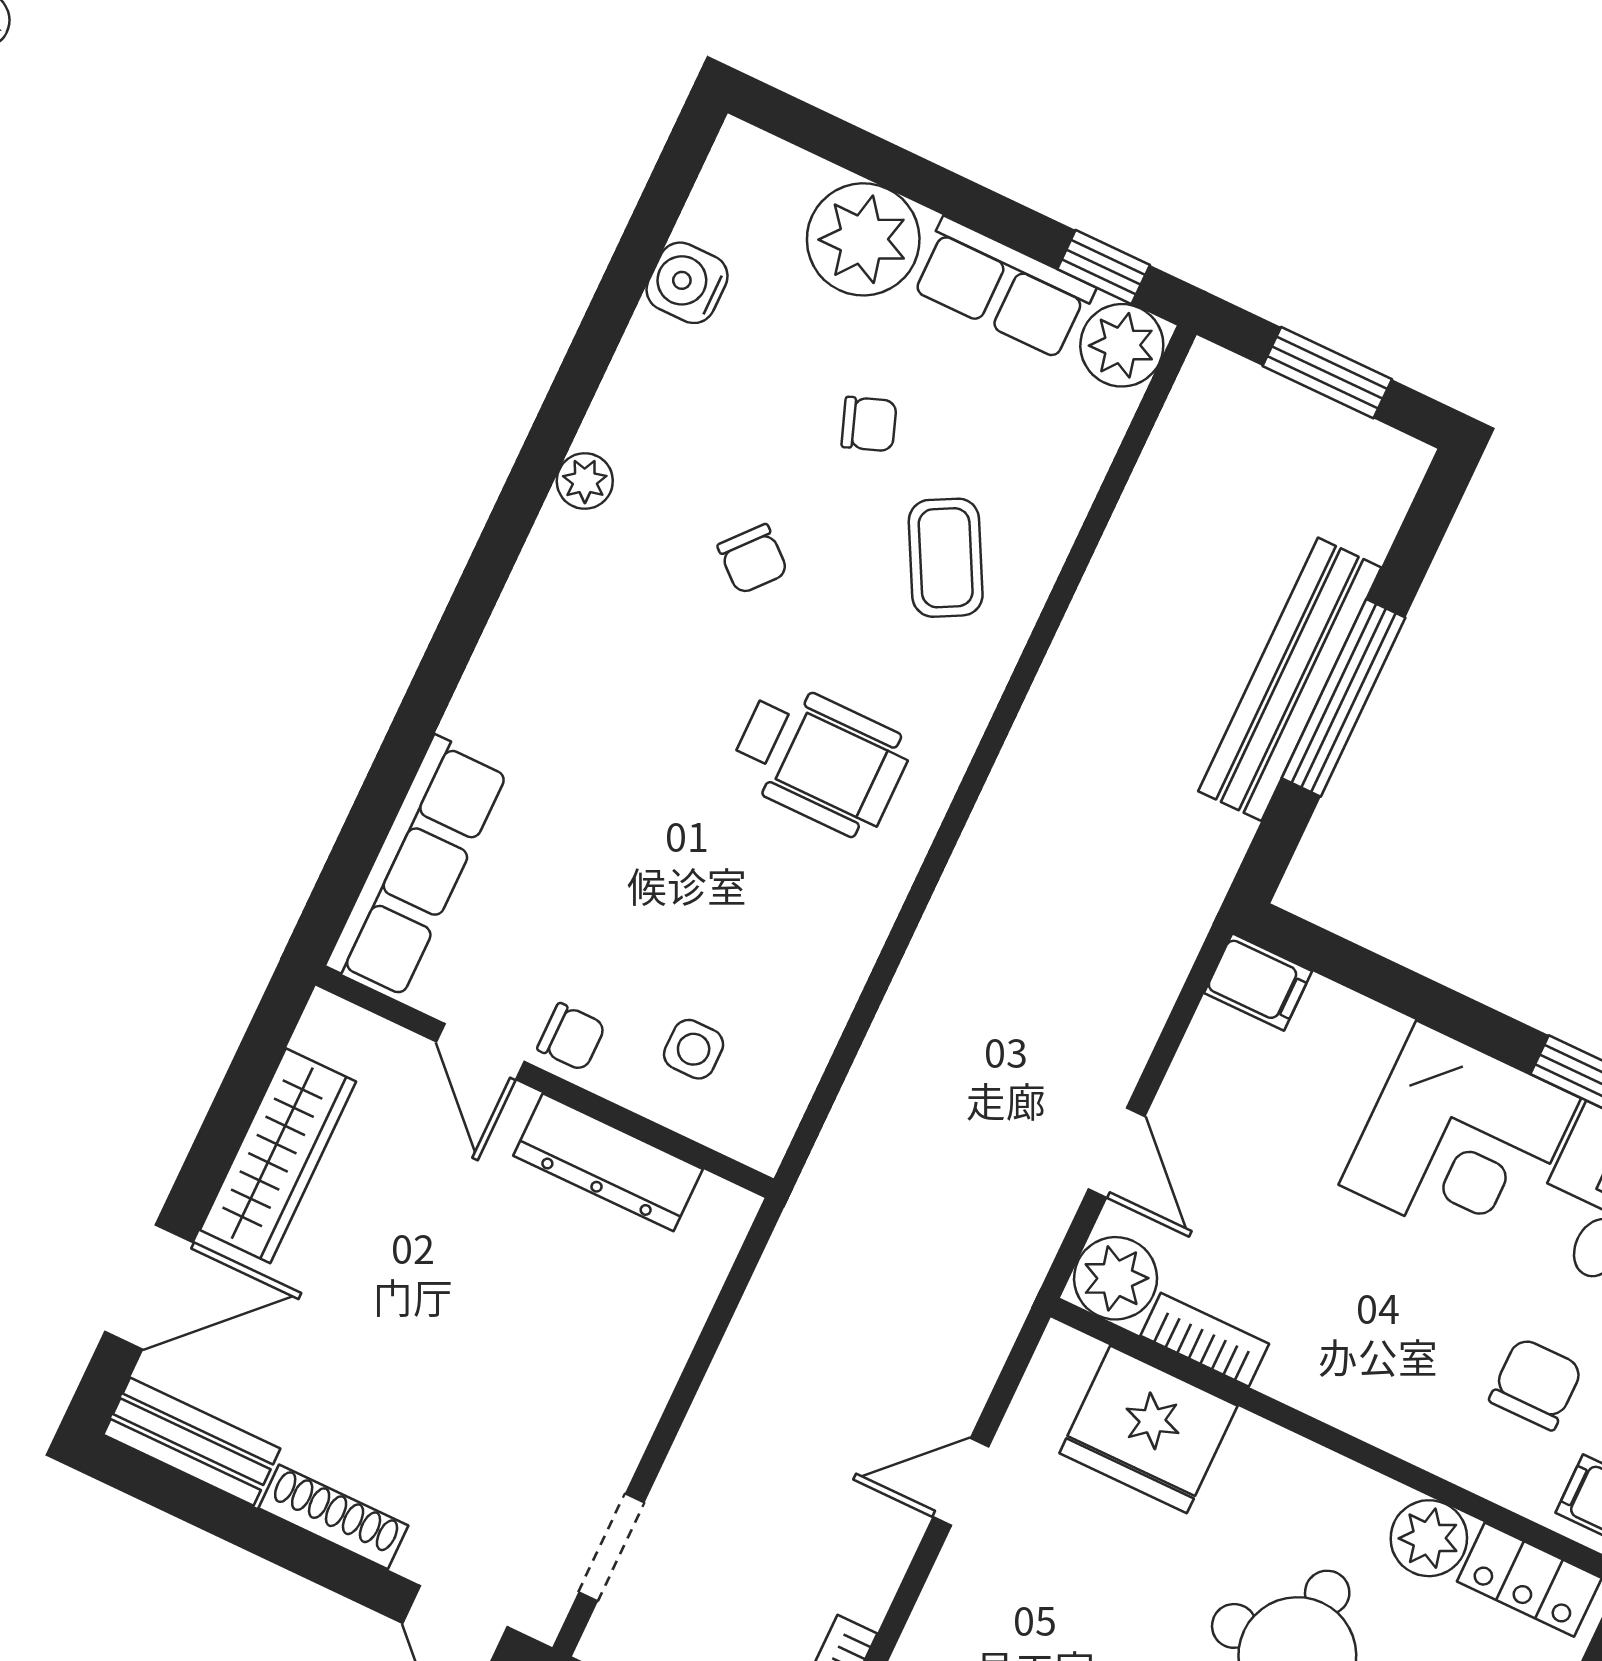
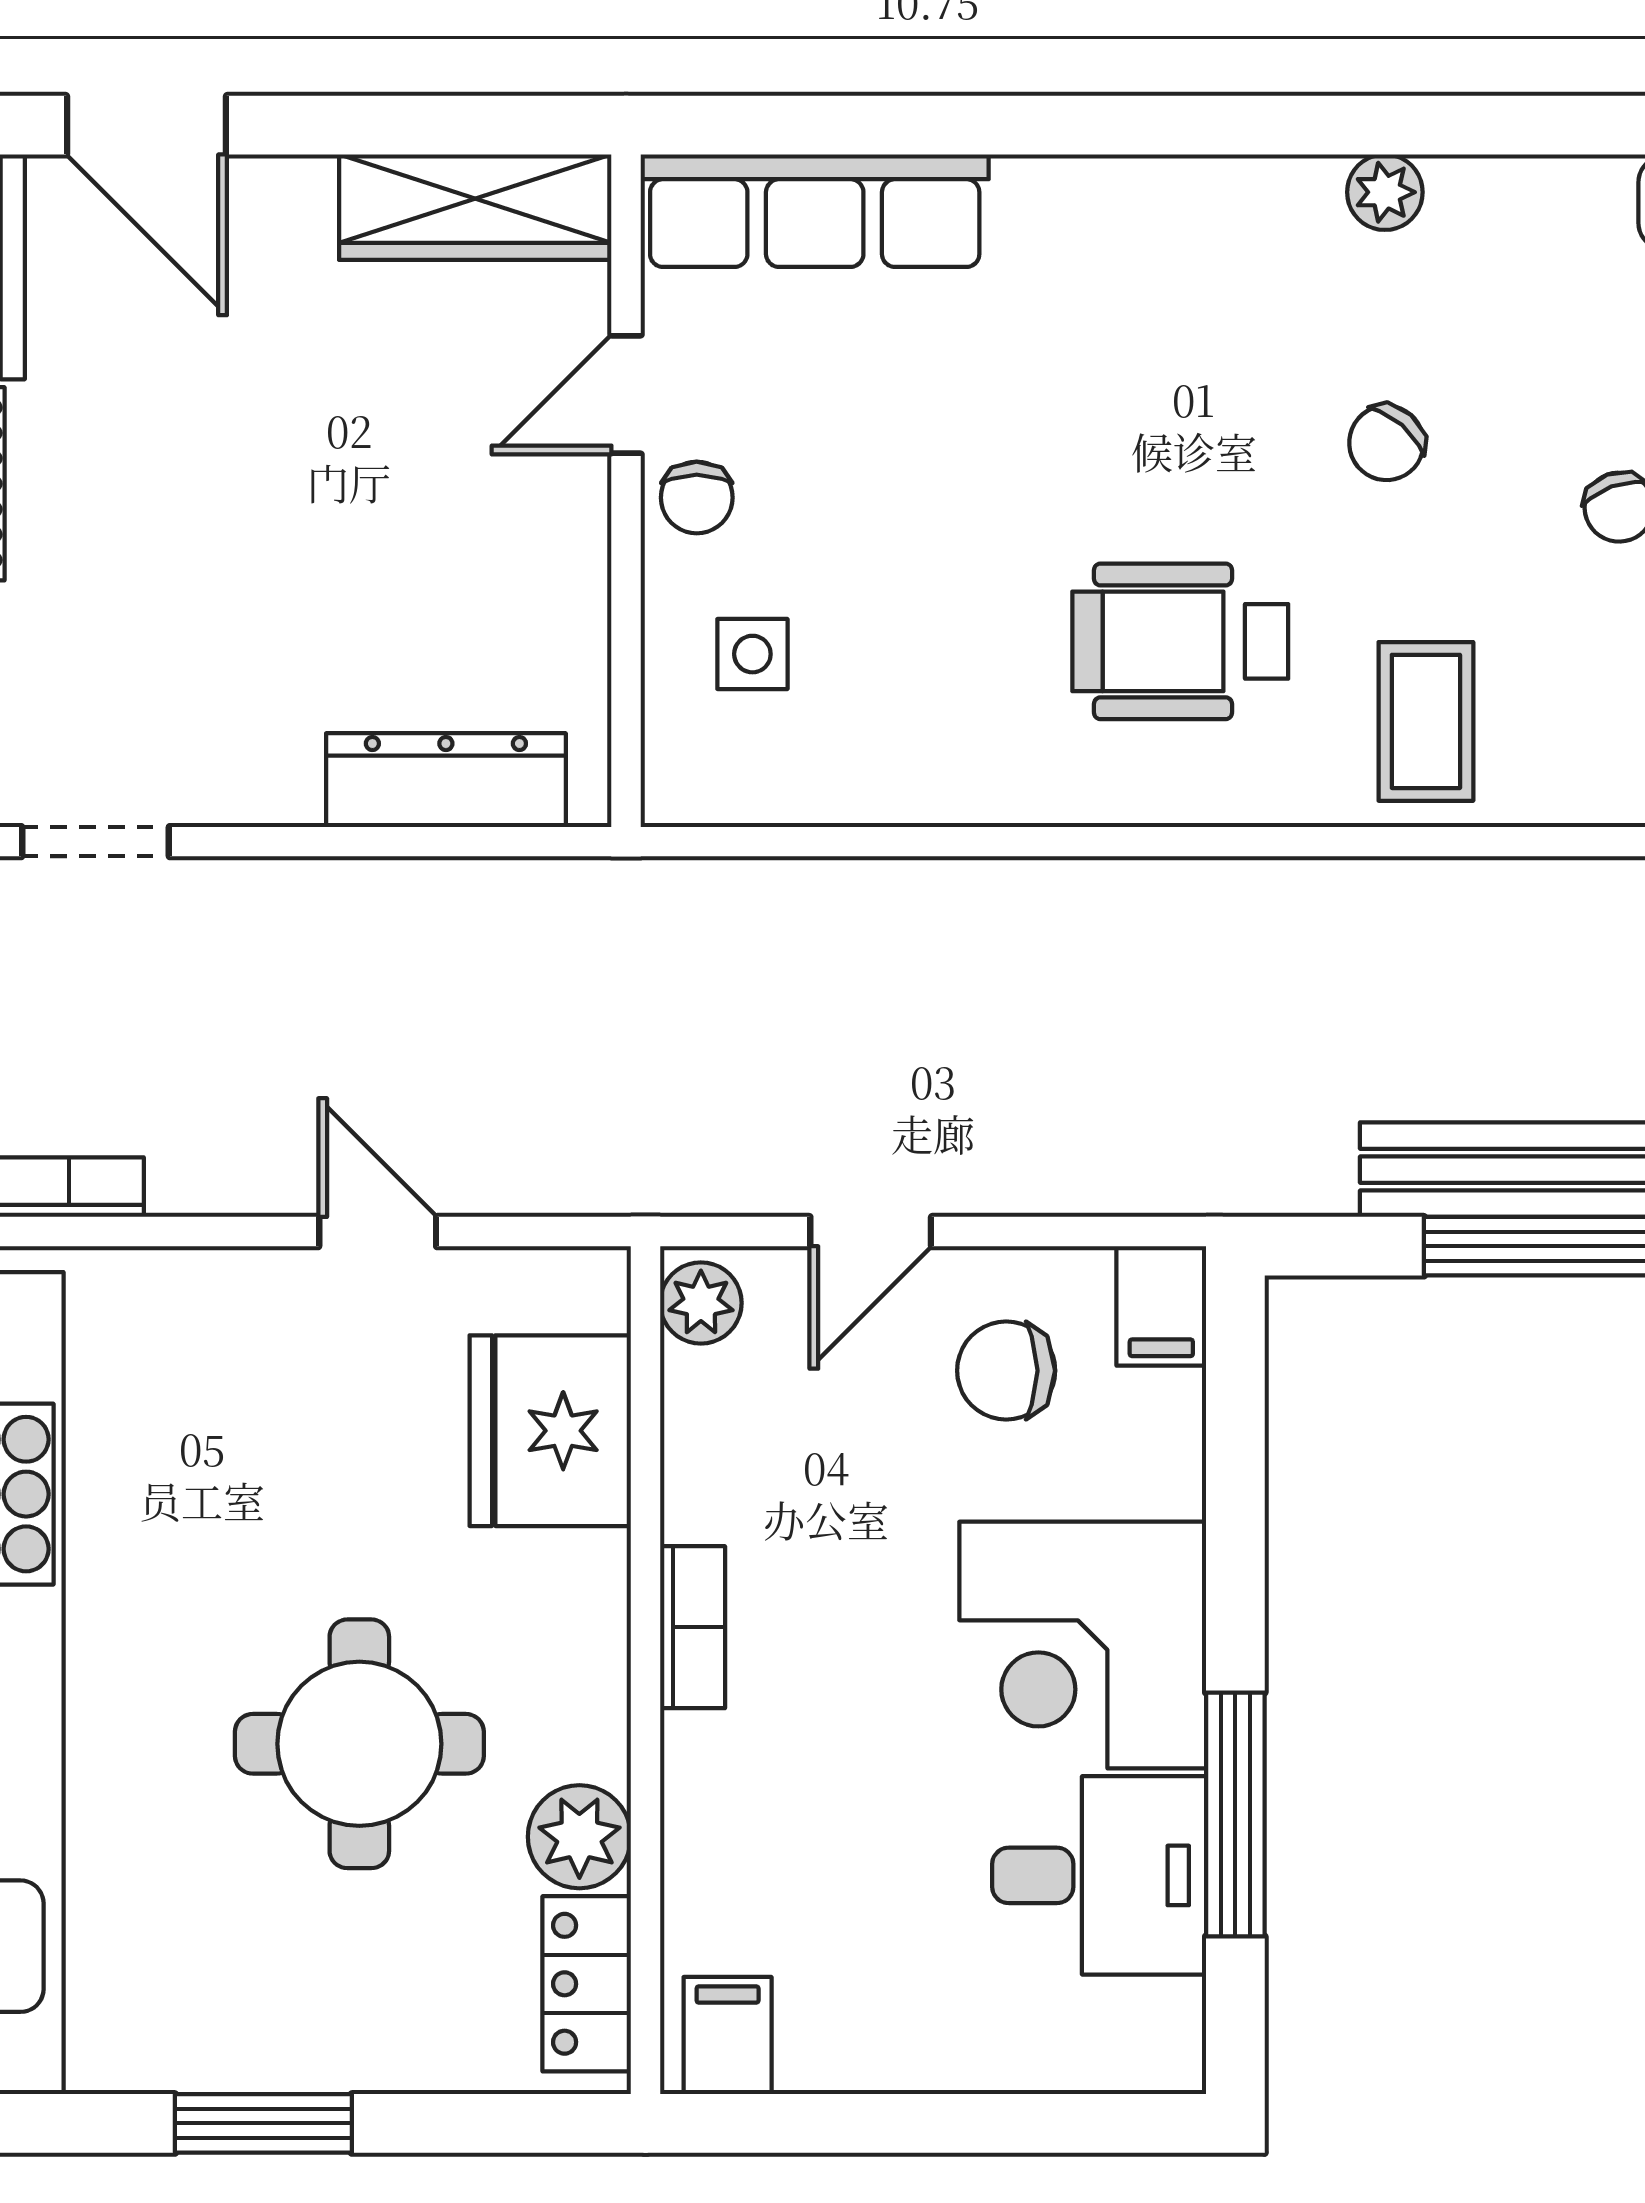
coffee table: (946, 558) -> (1426, 721), moved, turned -62
wheelchair: (820, 759) -> (1180, 641), turned 90
wardrobe: (278, 1156) -> (475, 207), moved
dresser: (608, 1162) -> (446, 780), moved, turned 90
plant: (1116, 1278) -> (701, 1303), width x0.73, depth x0.73
bookcase: (1205, 1340) -> (693, 1627), moved
chair: (1536, 1384) -> (1006, 1371), moved, turned 180

